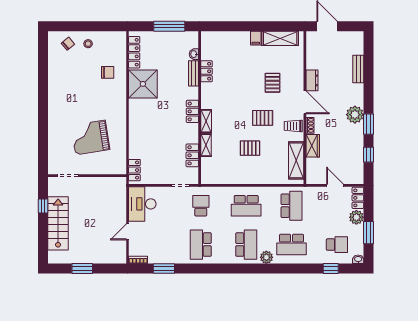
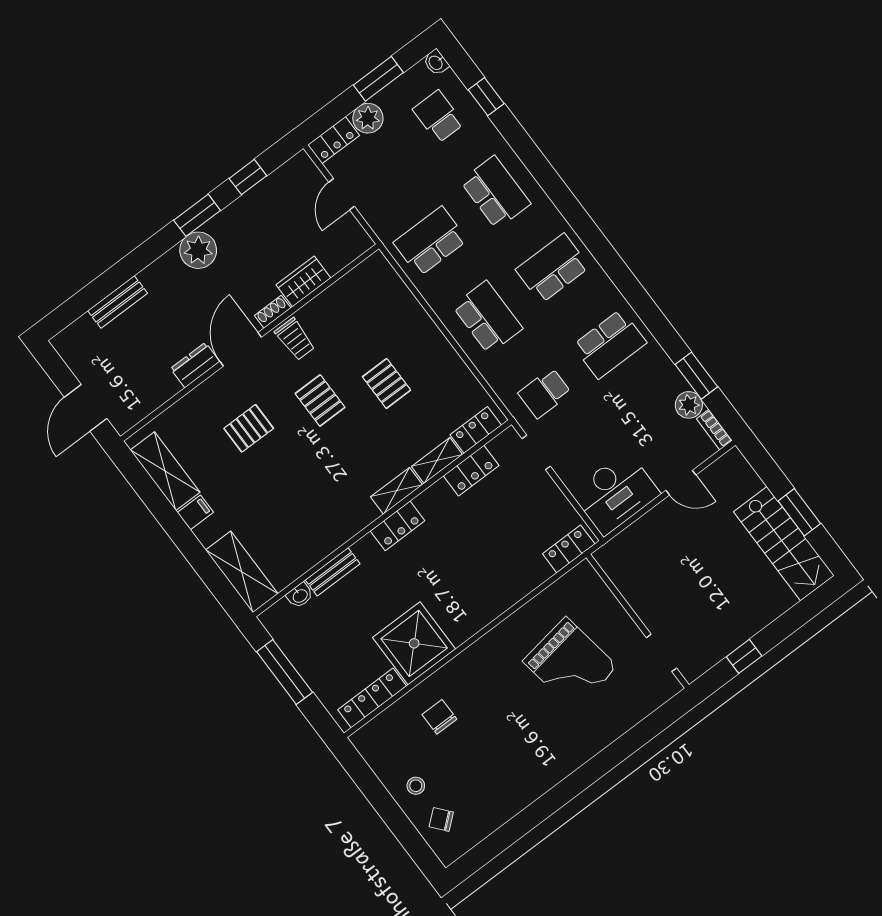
locker: (207, 71) -> (476, 430), moved
shelving: (296, 160) -> (242, 572), moved, turned 90
stairs: (58, 223) -> (784, 544), moved, turned -90
plant: (266, 257) -> (689, 405), moved

